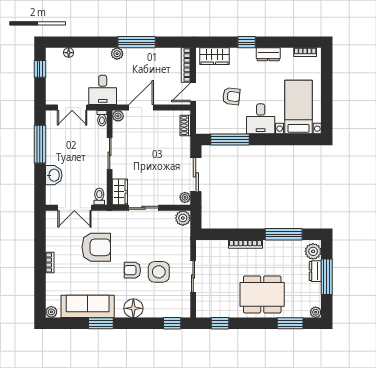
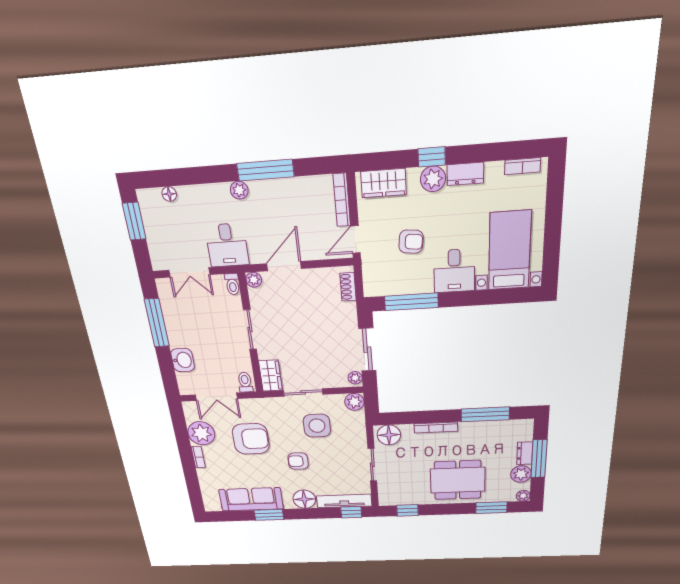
plant: (247, 56) -> (433, 179), added
window: (40, 69) -> (134, 221), width x1.50
floor lamp: (208, 249) -> (389, 435), added
plant: (313, 251) -> (521, 474), moved
side table: (159, 272) -> (317, 426), moved
tv unit: (167, 311) -> (344, 501), added
plant: (51, 312) -> (201, 433), moved, width x1.87, depth x1.87

